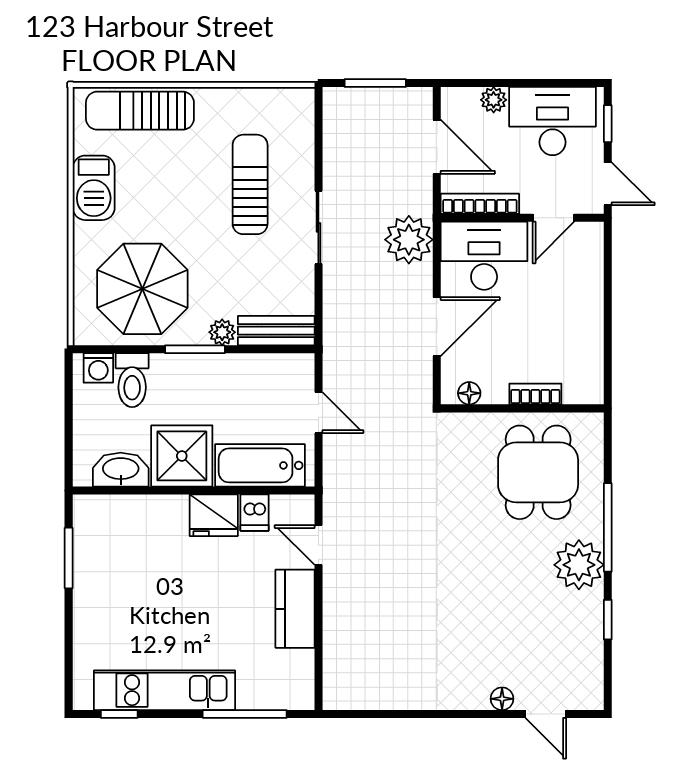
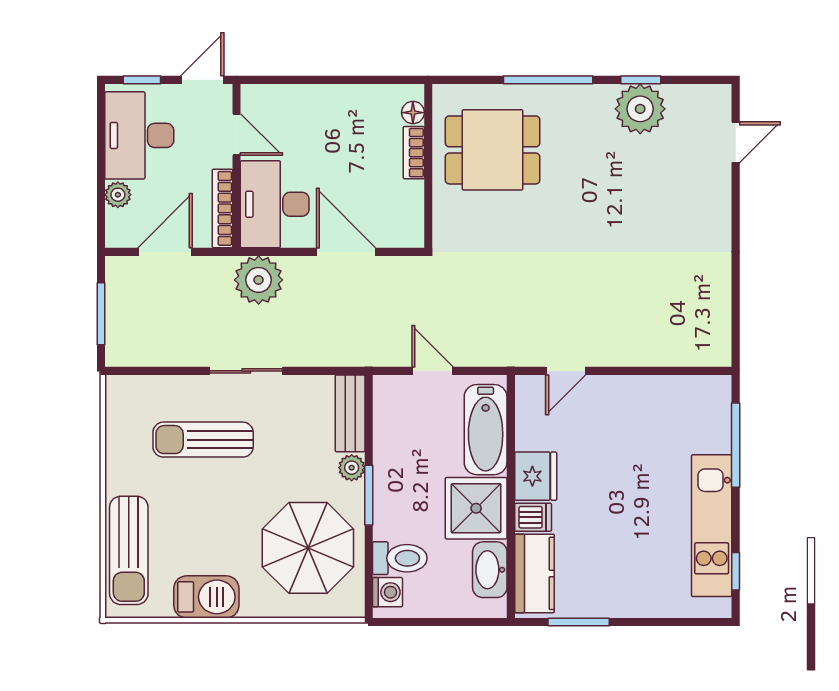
floor lamp: (469, 393) -> (413, 113), moved
door: (318, 413) -> (432, 371), hinge flipped
dishwasher: (255, 513) -> (533, 517), moved
plant: (579, 565) -> (640, 109), moved
kitchen counter: (295, 609) -> (535, 573), moved, turned -90
floor lamp: (502, 699) -> (720, 186), removed

